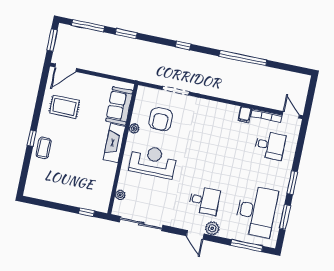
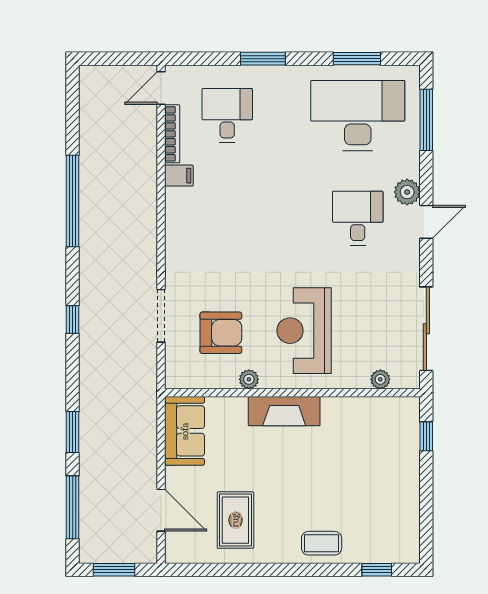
door: (66, 68) -> (161, 510), moved
sofa: (119, 106) -> (185, 431), moved, turned -90
window: (32, 138) -> (377, 570), moved
window: (292, 183) -> (263, 59), moved

